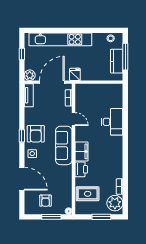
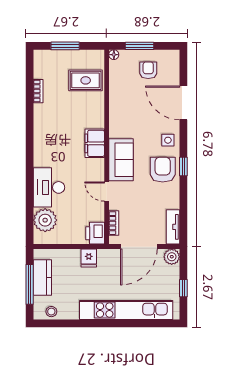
fridge: (75, 74) -> (89, 258), moved
sofa: (64, 145) -> (121, 160), width x0.73
printer: (81, 169) -> (95, 233), moved
plant: (115, 203) -> (45, 220), moved

